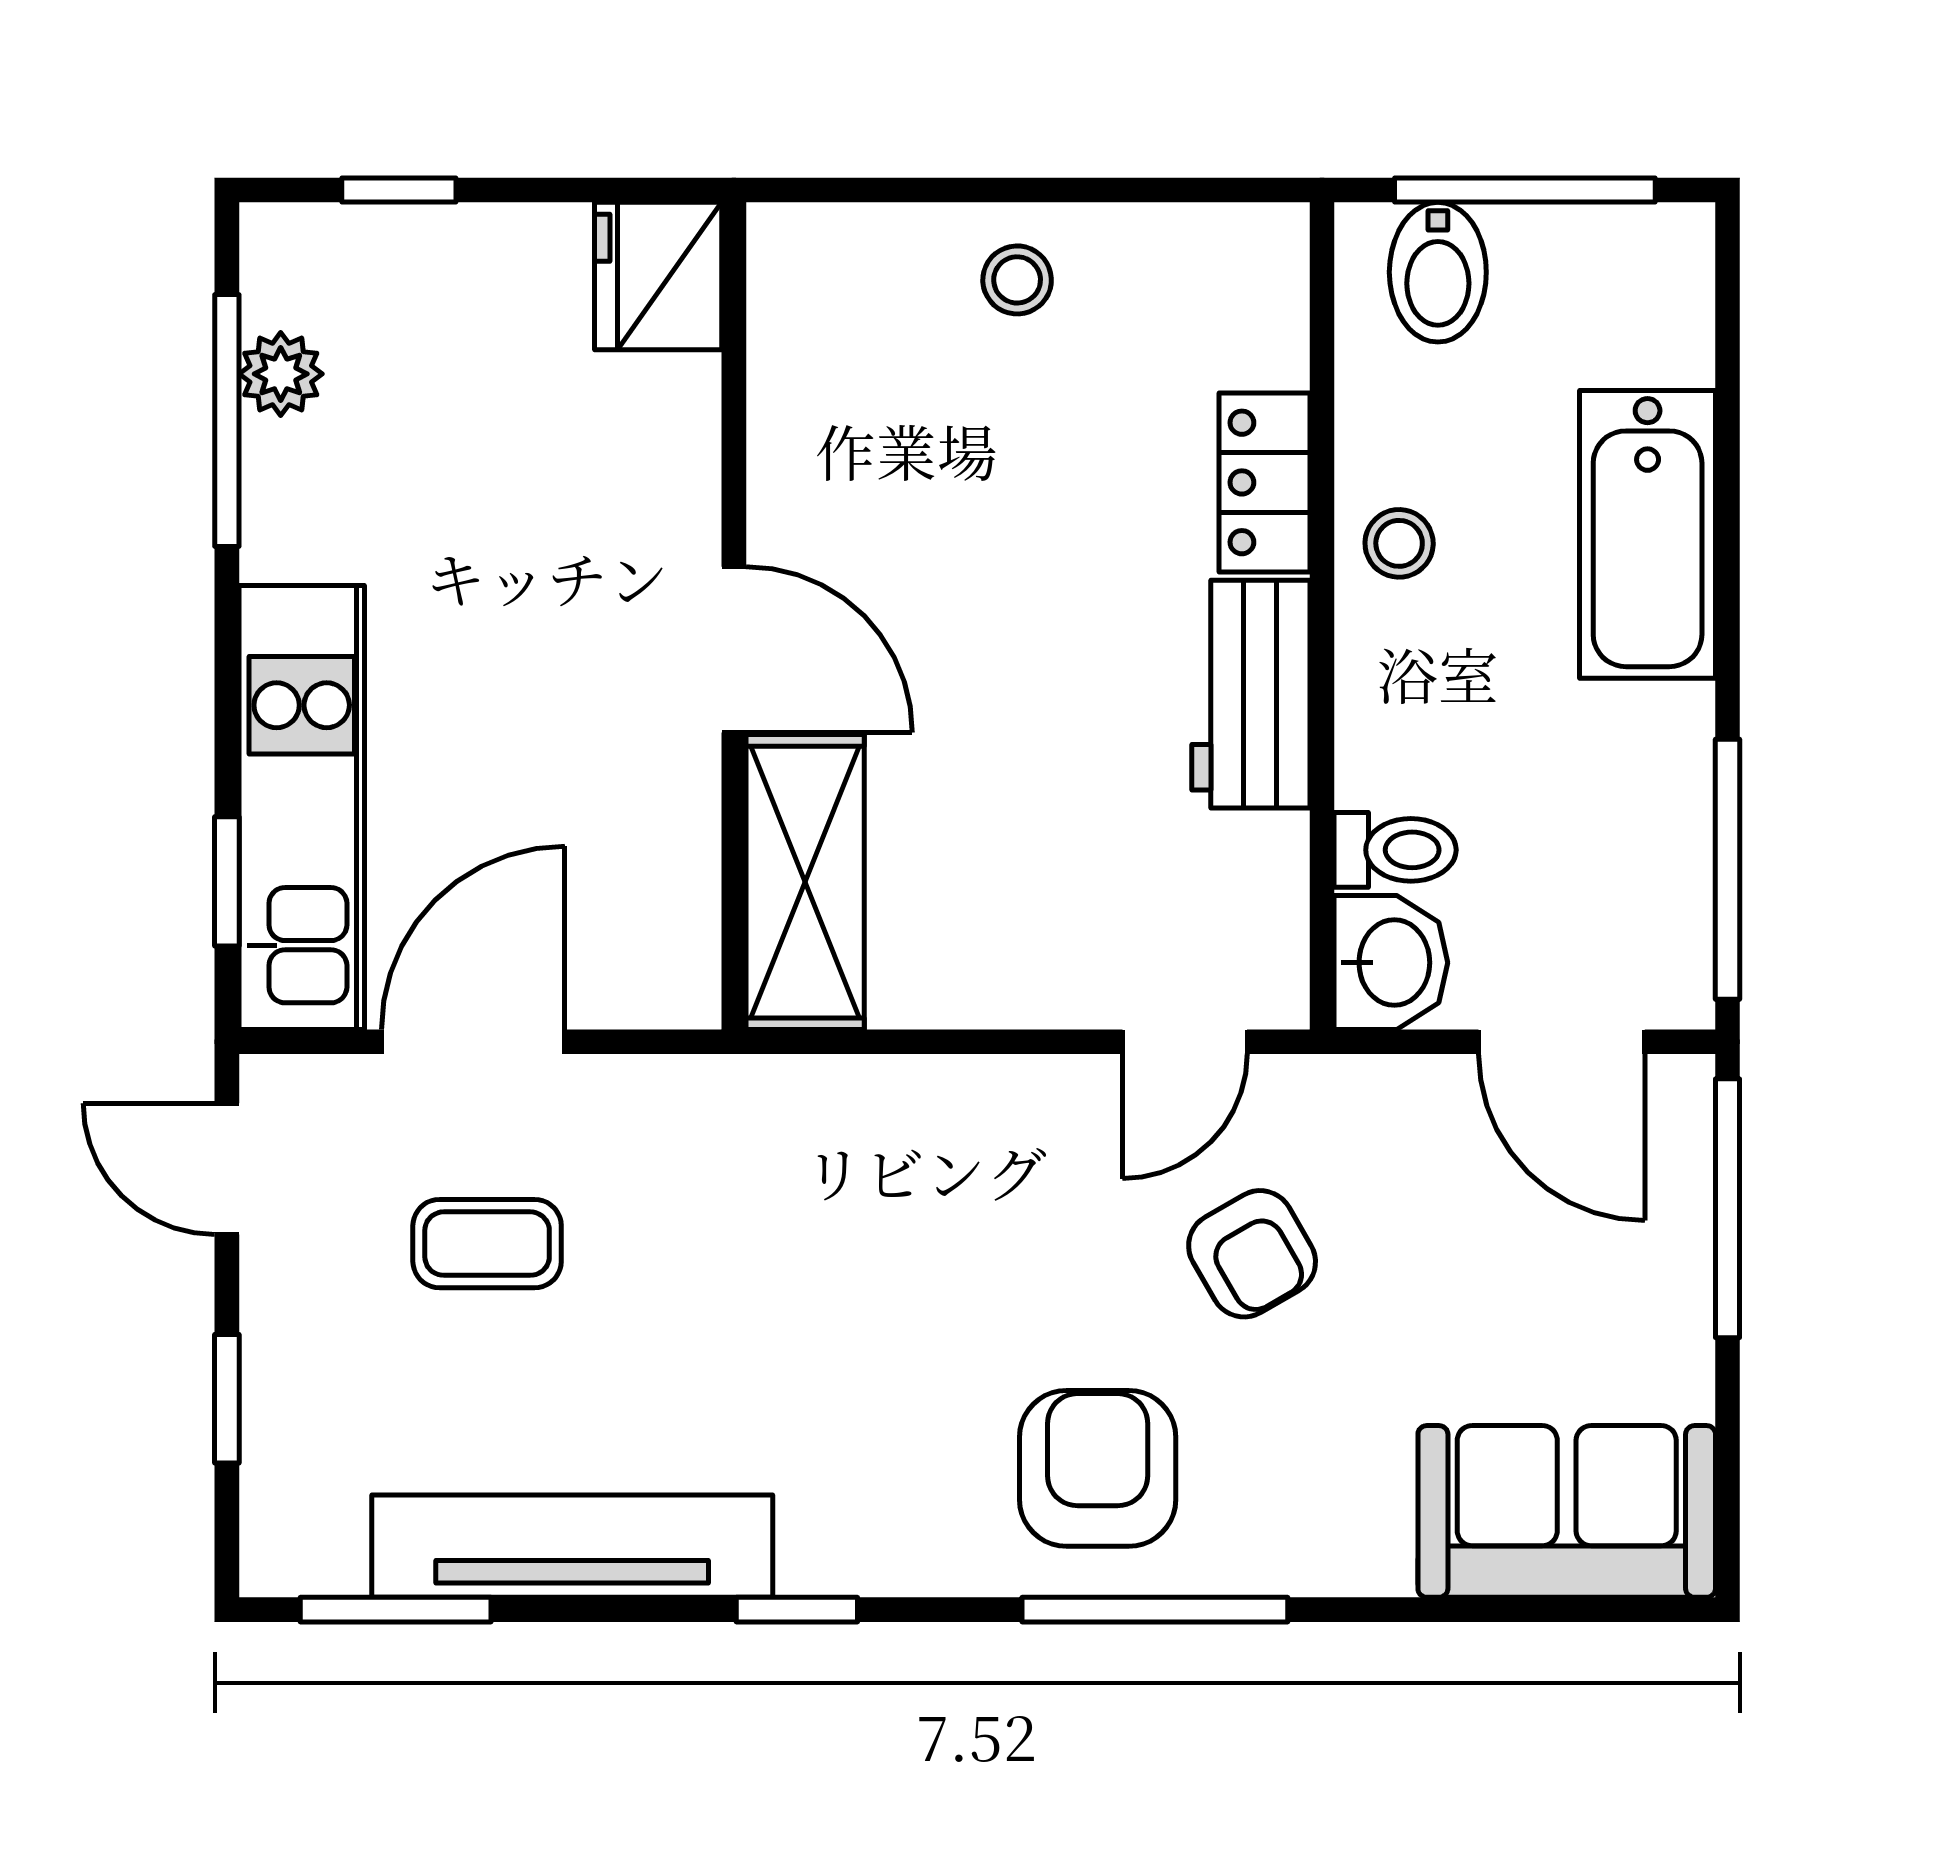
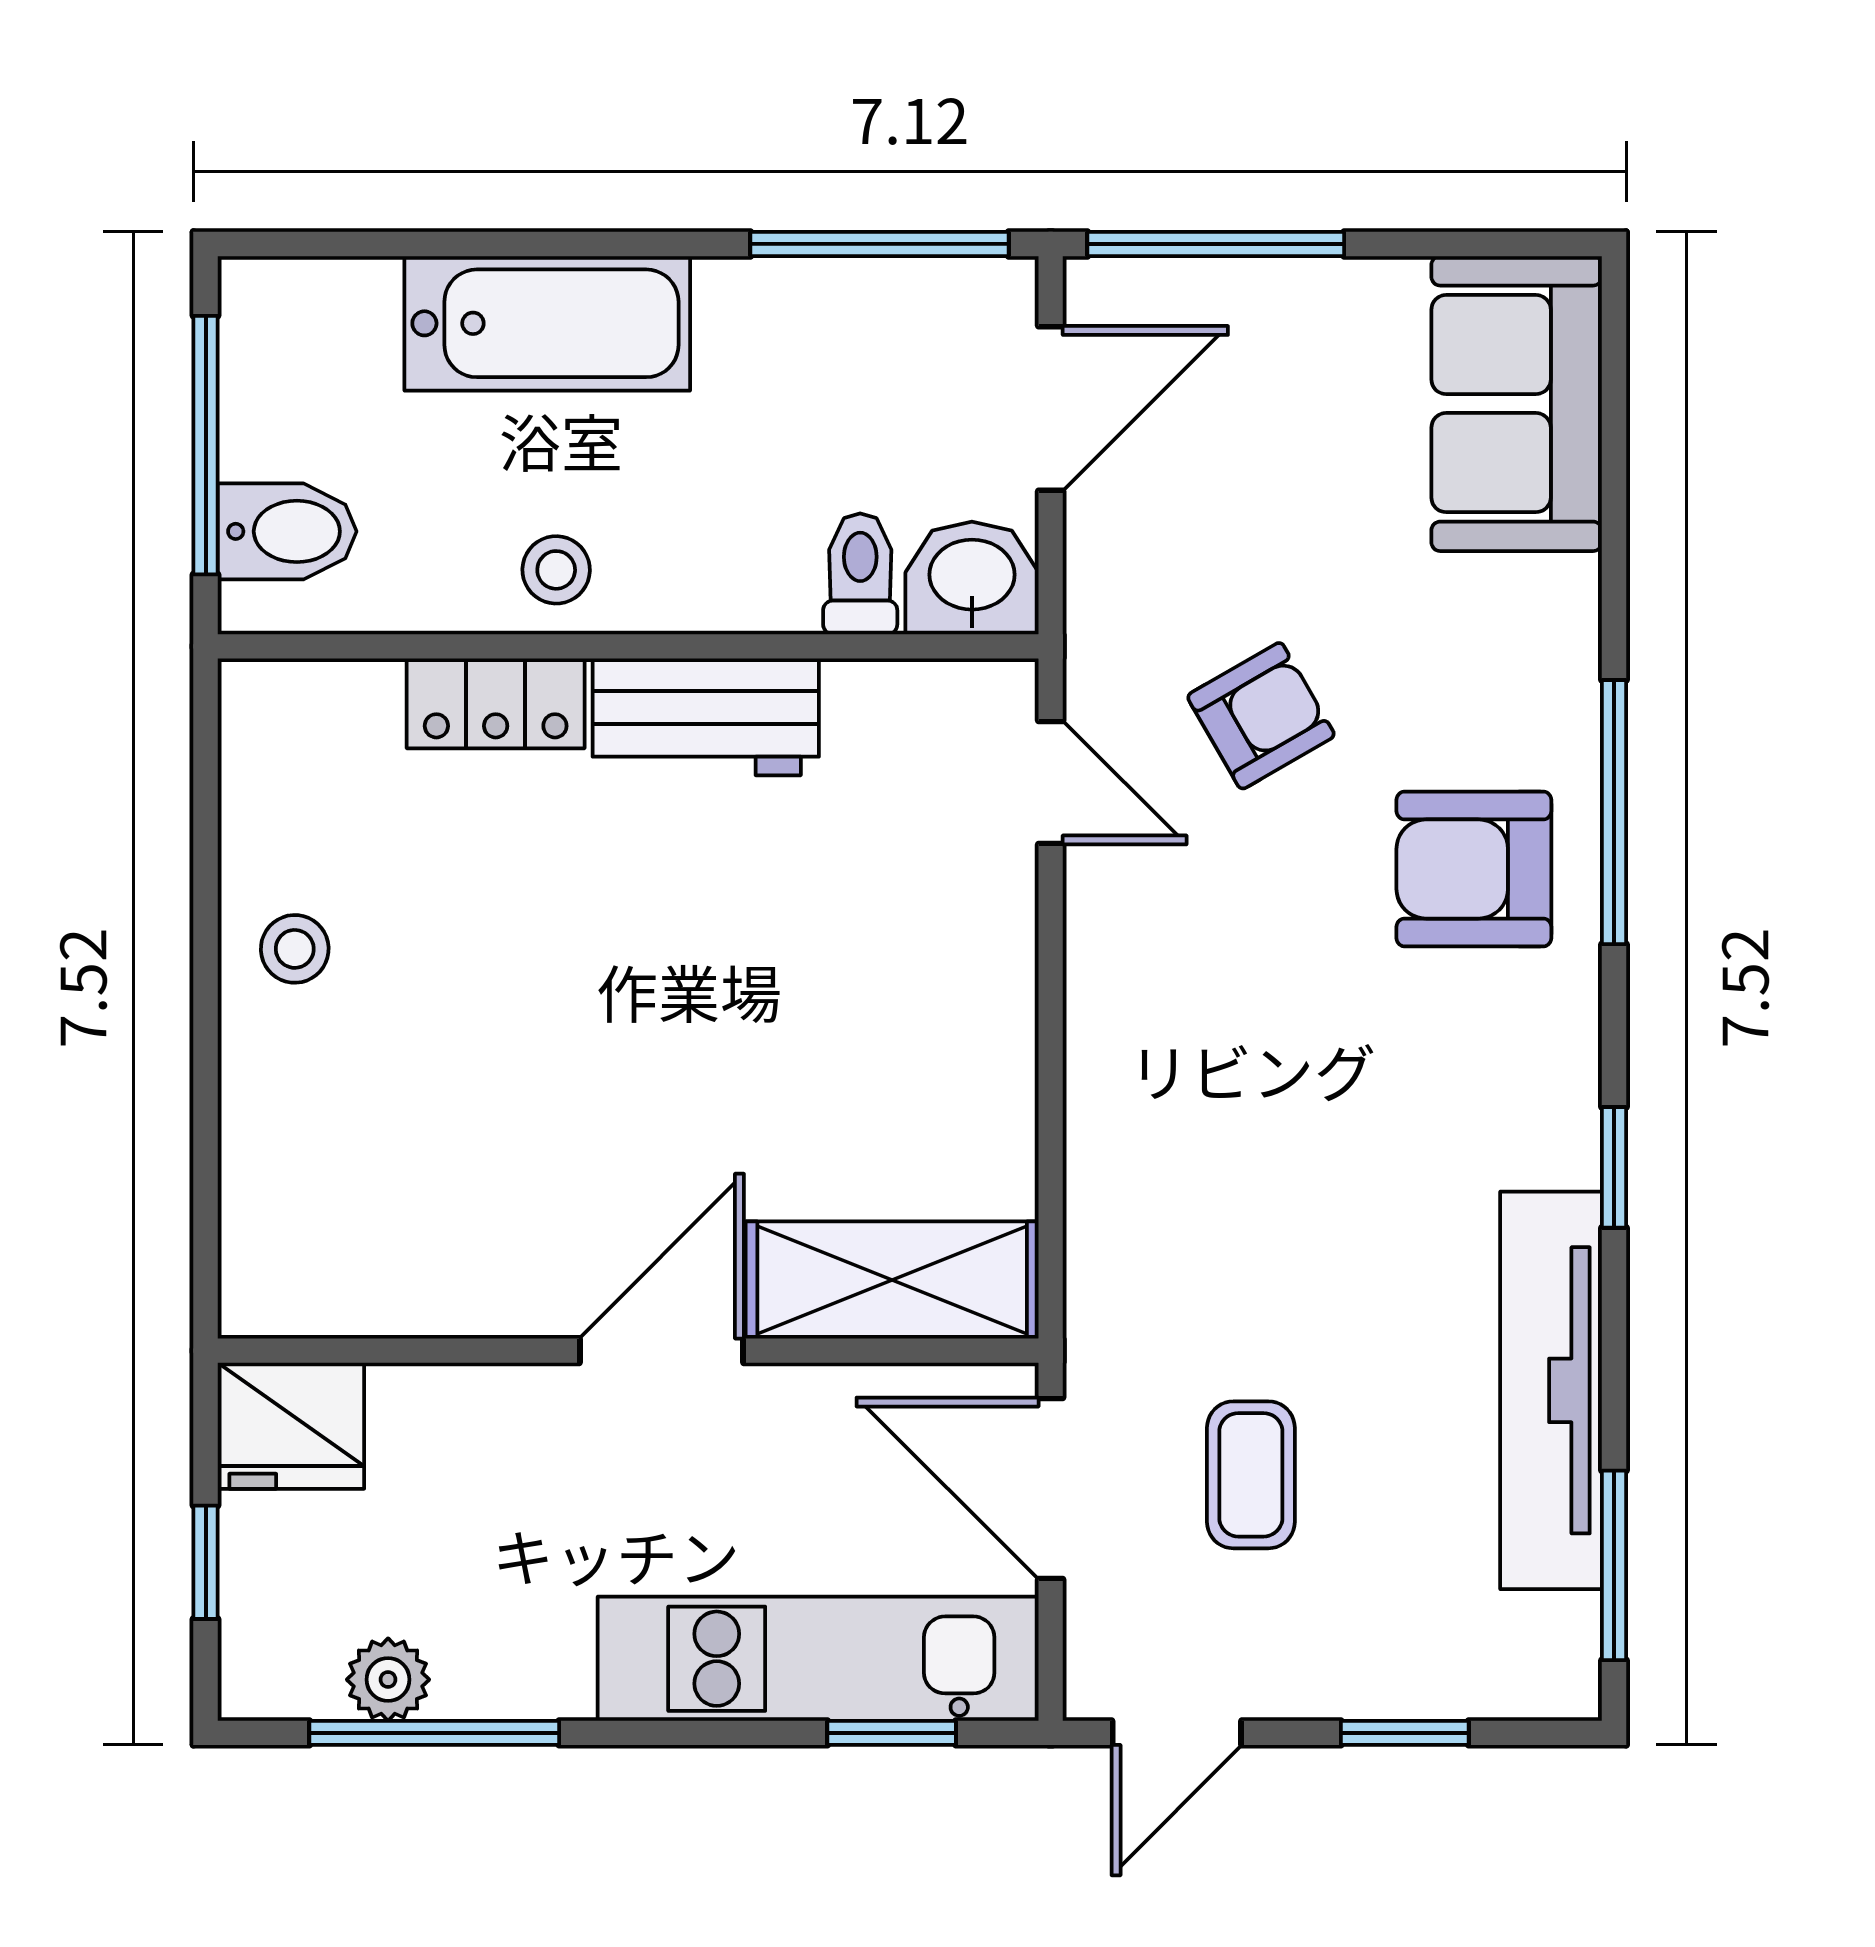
fridge: (658, 276) -> (291, 1426), moved
wall: (734, 616) -> (628, 1351), moved
door: (734, 650) -> (662, 1351), moved
shelving: (805, 882) -> (892, 1280), moved

